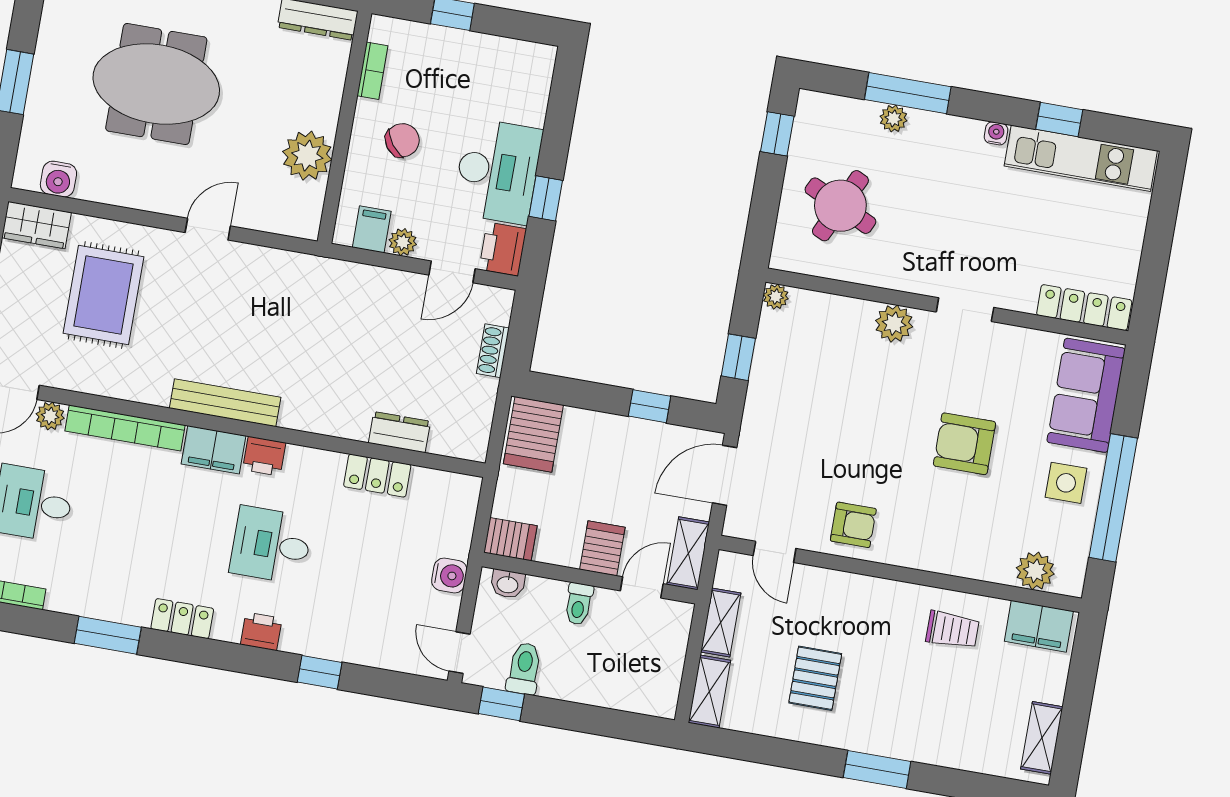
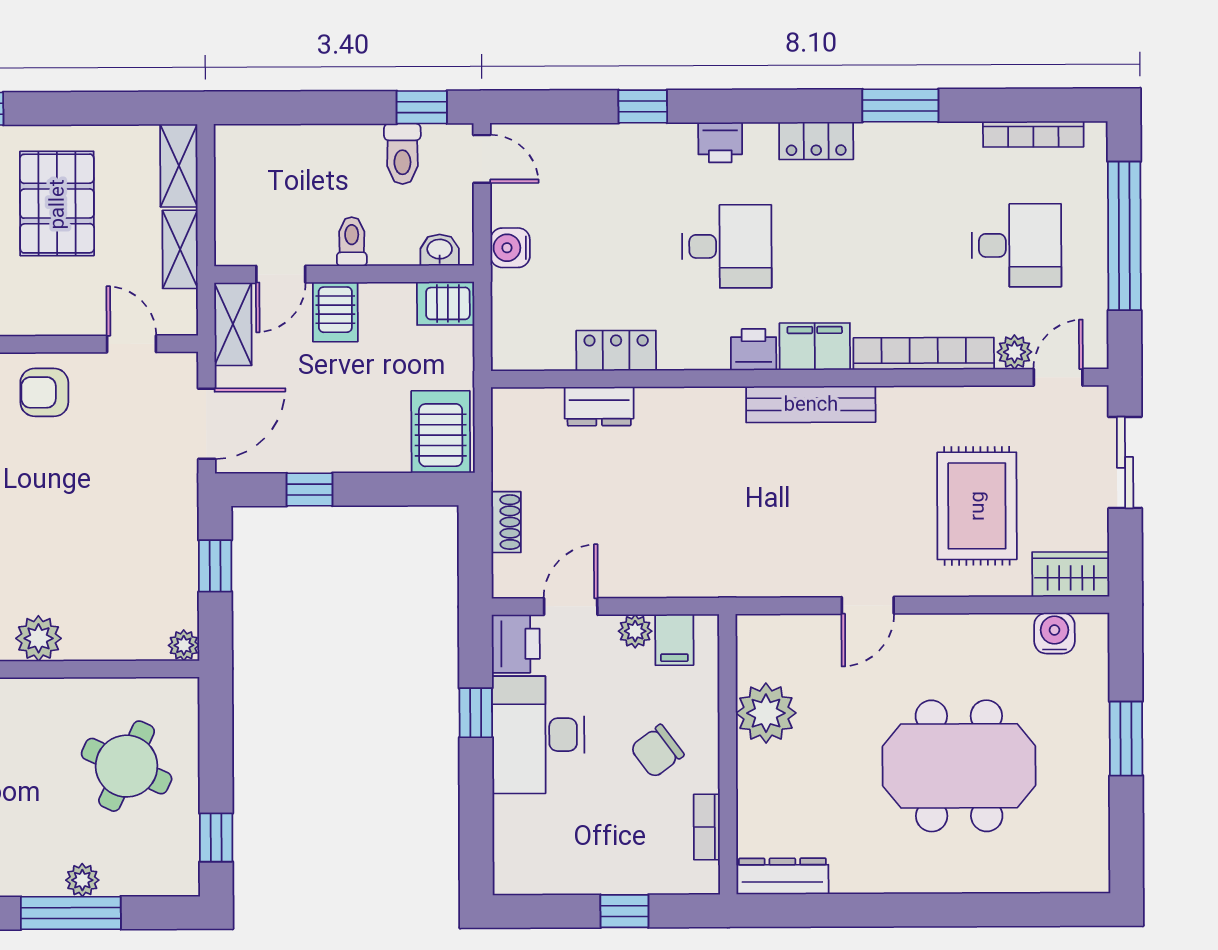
pallet: (815, 678) -> (57, 204), width x1.50, depth x1.42

